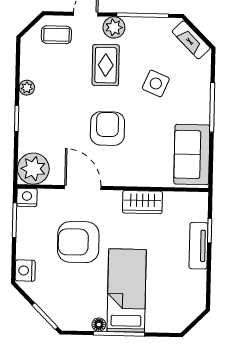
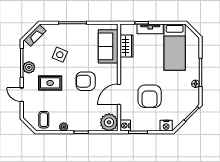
plant: (114, 27) -> (29, 67), moved
coffee table: (56, 35) -> (44, 120), moved
sofa: (192, 154) -> (108, 46), moved, turned 90
wardrobe: (142, 202) -> (126, 46), moved
bed: (127, 290) -> (175, 47), moved, turned -90

